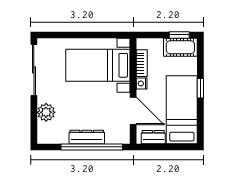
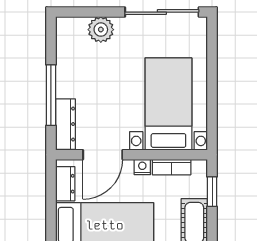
window: (179, 35) -> (212, 192), moved
dresser: (87, 137) -> (65, 124), moved
window: (92, 147) -> (51, 95), width x0.68

